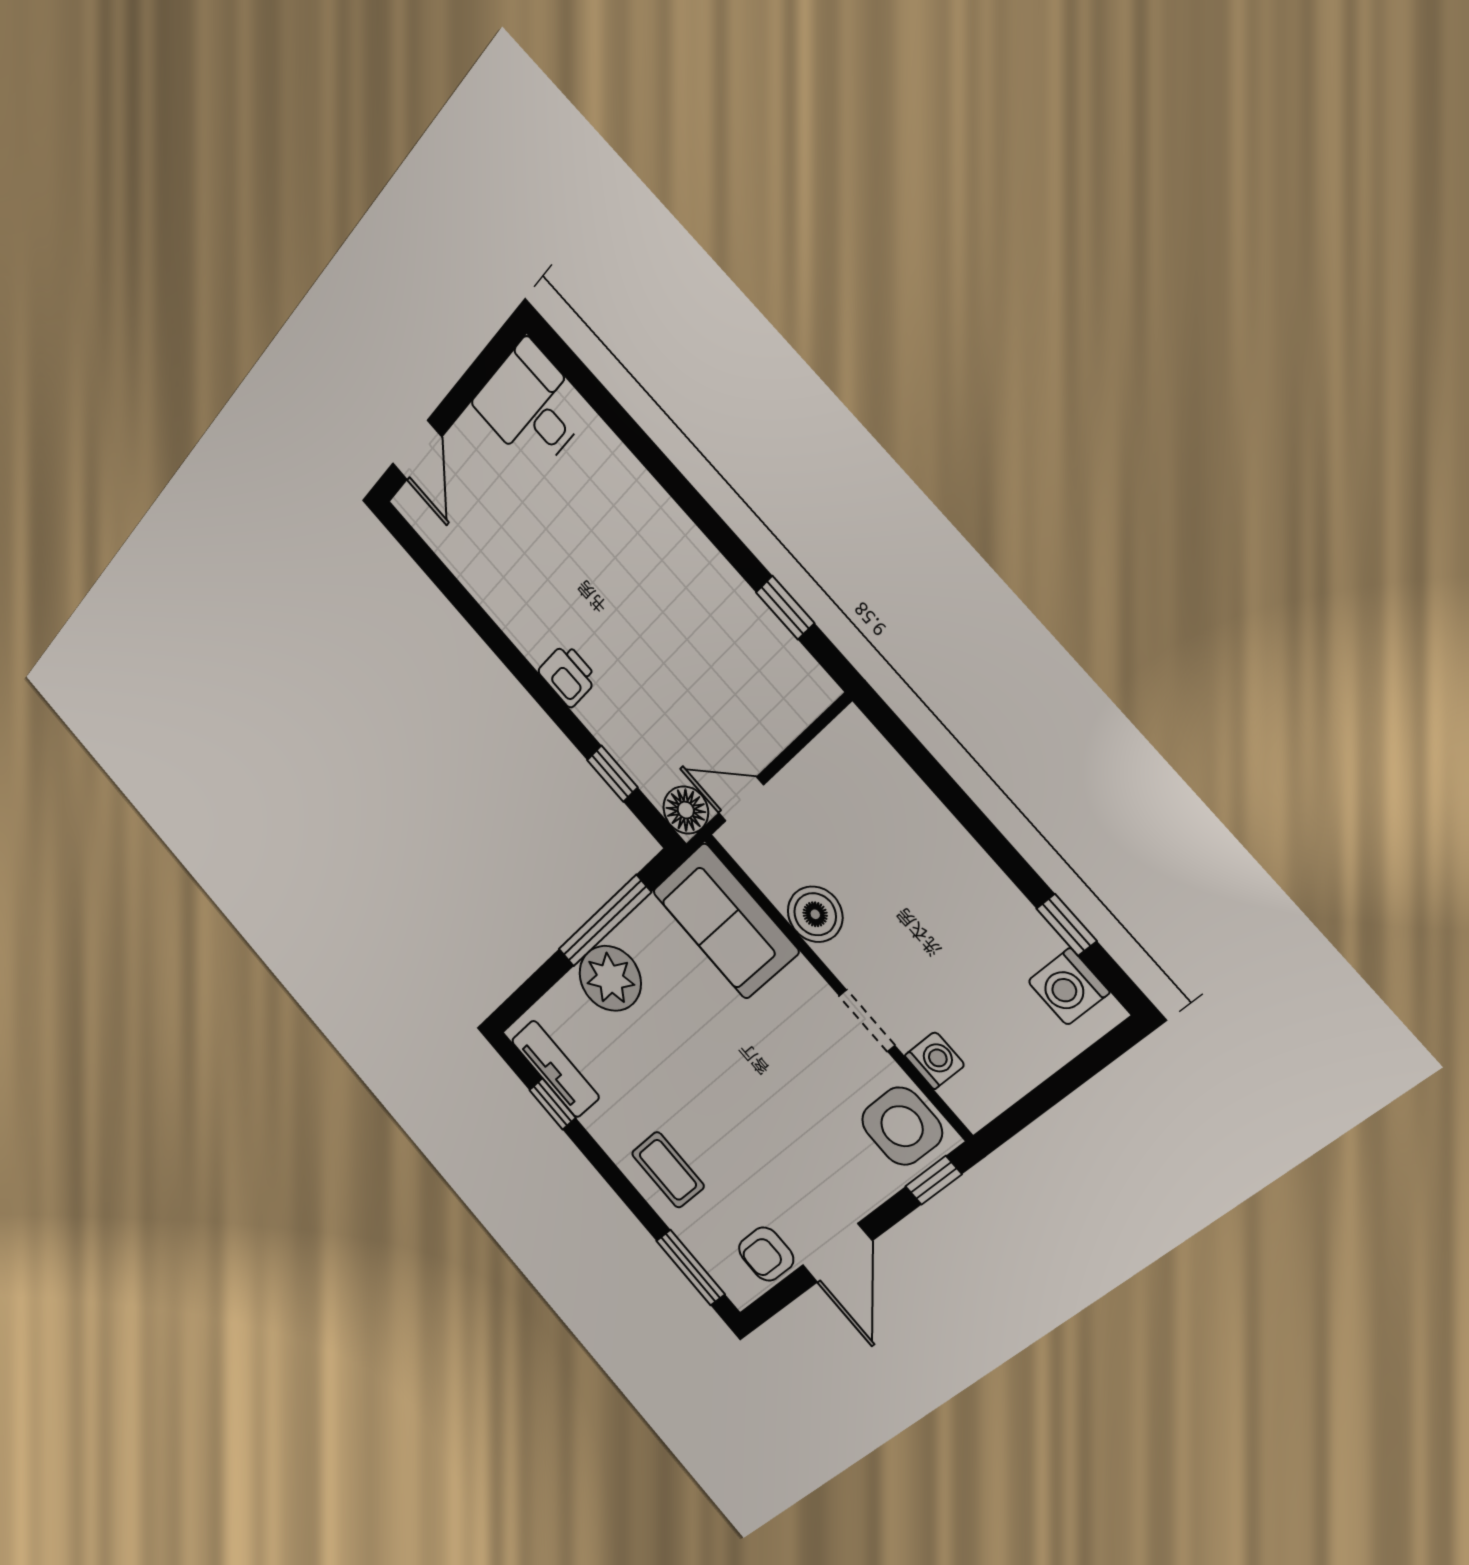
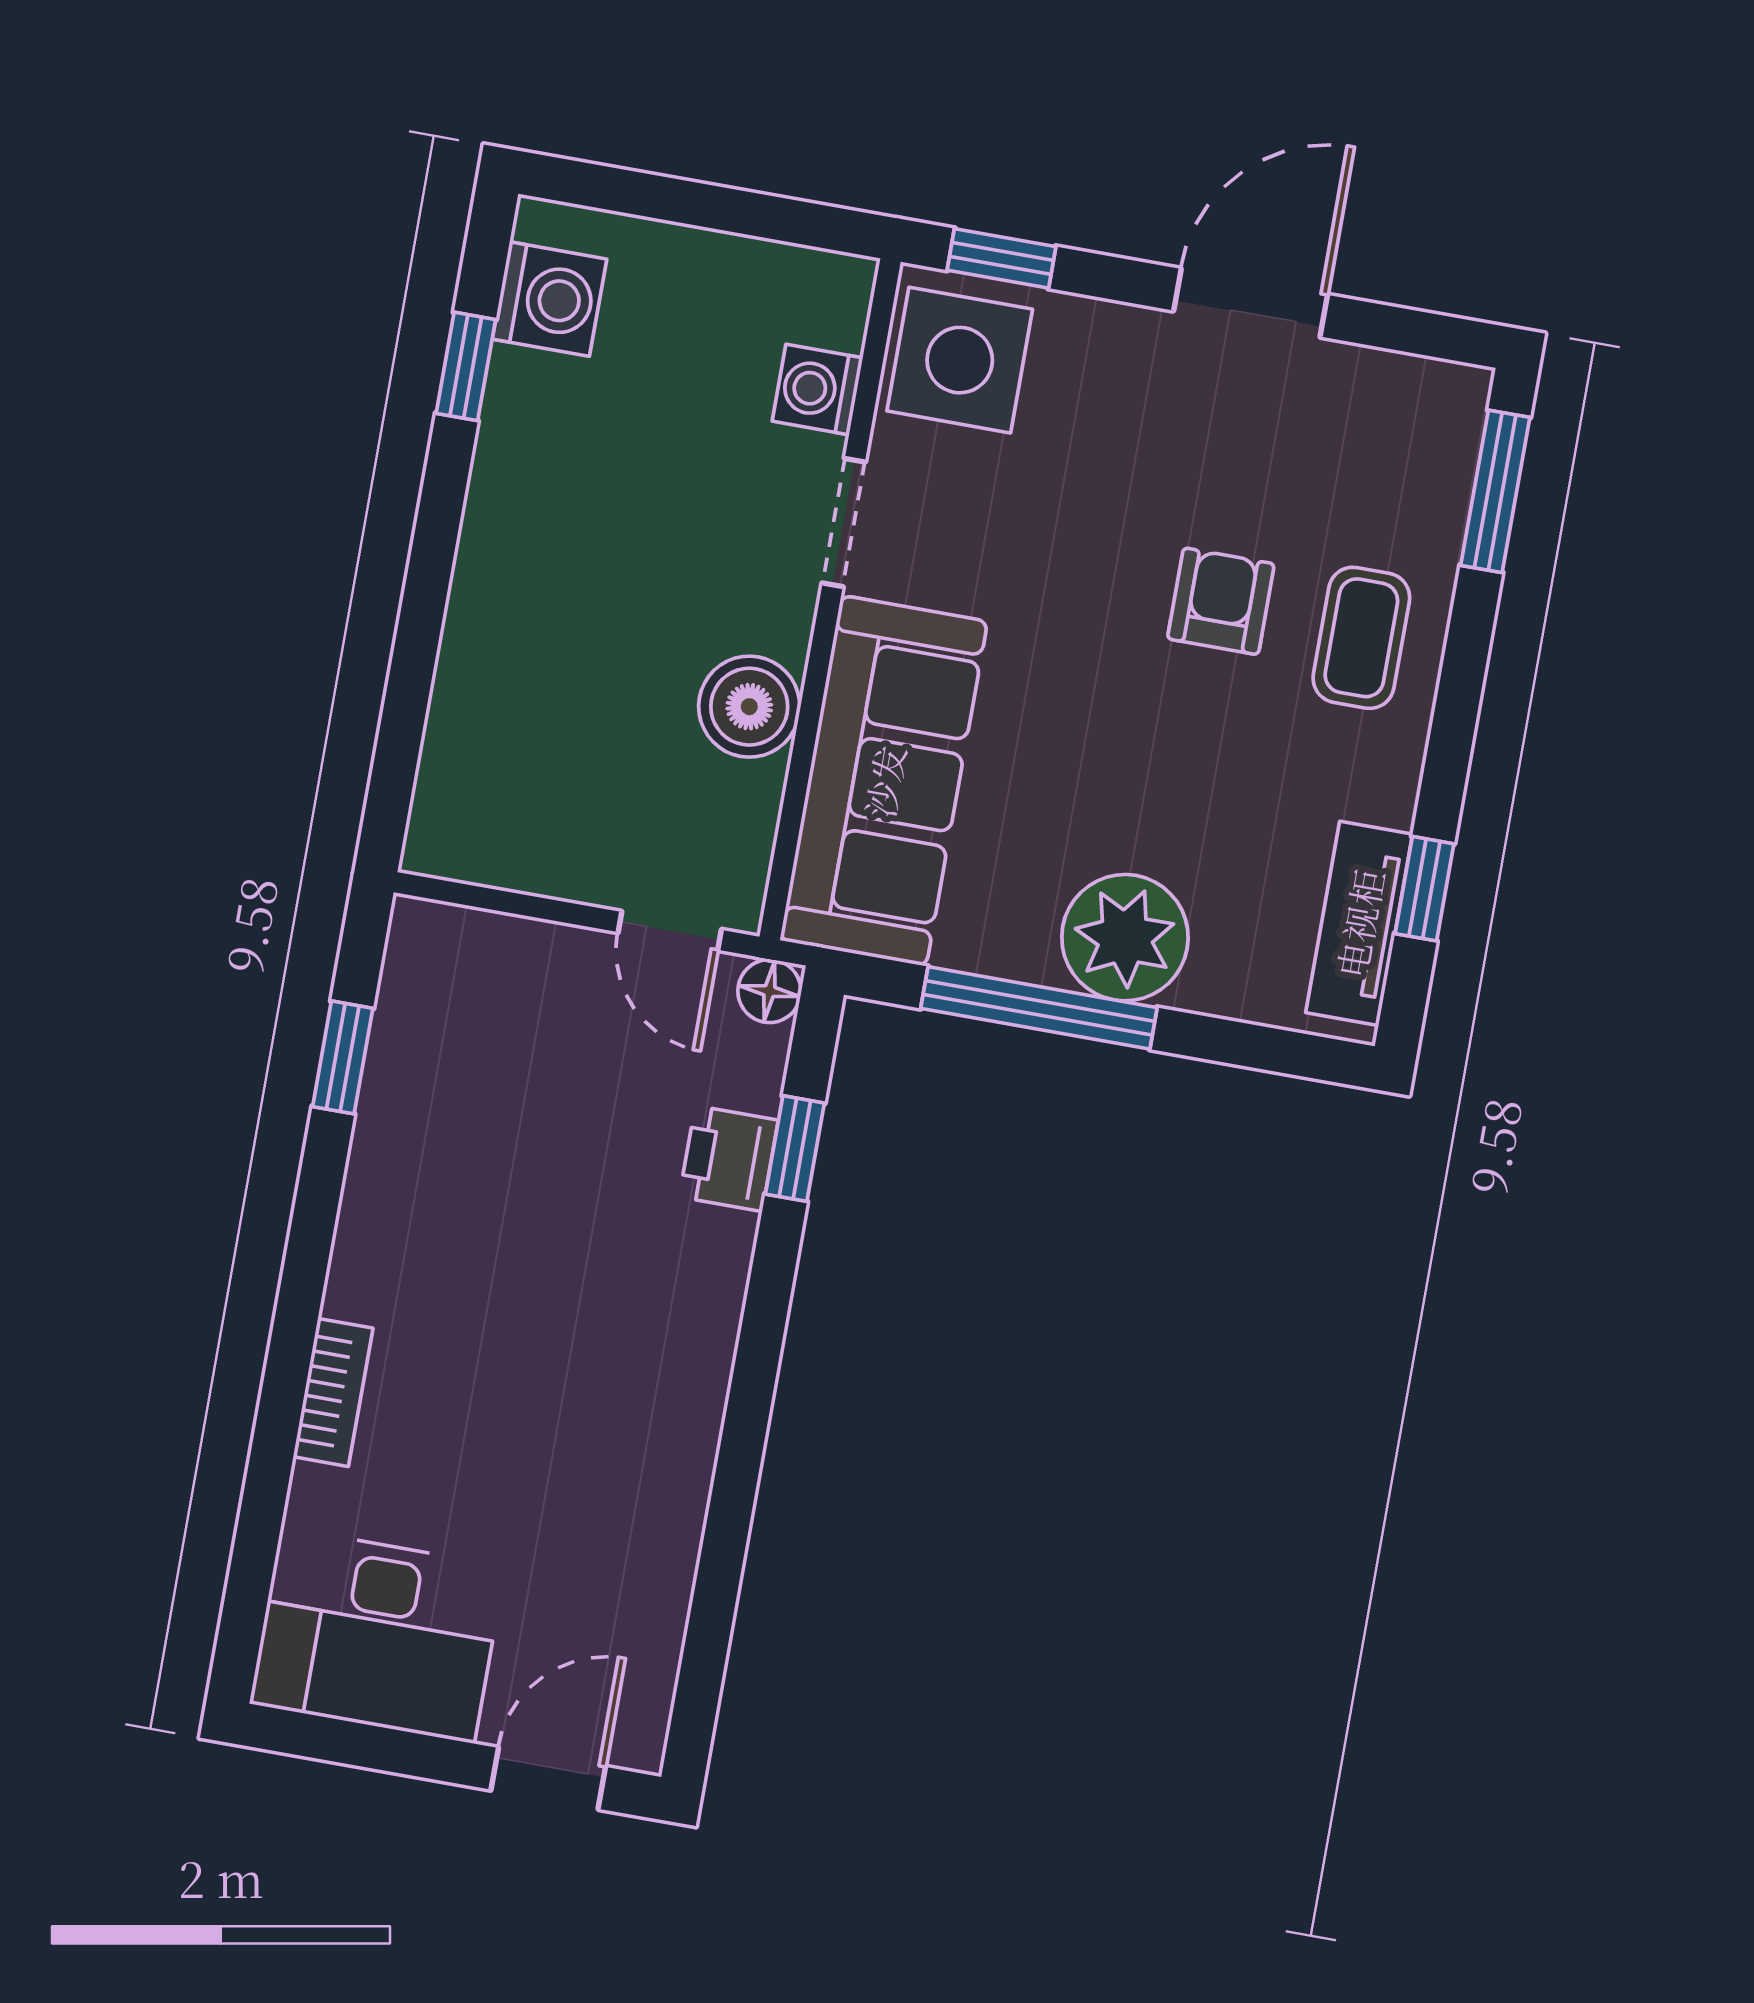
desk: (532, 406) -> (377, 1635), width x1.37
bookcase: (638, 483) -> (333, 1392), added
printer: (568, 675) -> (729, 1159), moved
floor lamp: (686, 810) -> (769, 991), width x0.73, depth x0.73
sofa: (725, 921) -> (884, 781), width x1.36
armchair: (766, 1254) -> (1221, 601), moved, turned -90

